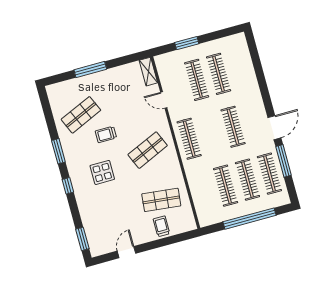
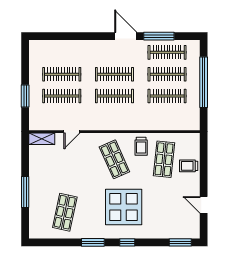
shop shelf: (81, 115) -> (65, 212), turned 36
trolley: (106, 134) -> (141, 146), moved
clothes rail: (189, 139) -> (114, 96), moved
display table: (102, 172) -> (124, 207), width x1.86, depth x1.86

